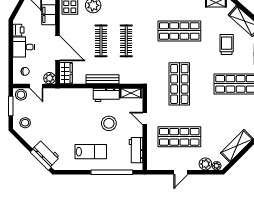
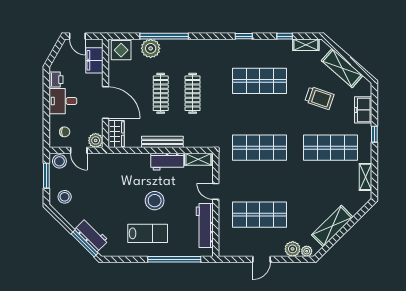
trolley: (227, 45) -> (319, 98), turned 109
shop shelf: (179, 84) -> (260, 148), turned 90
stool: (109, 123) -> (155, 201), moved
workbench: (136, 150) -> (205, 225), width x1.37

